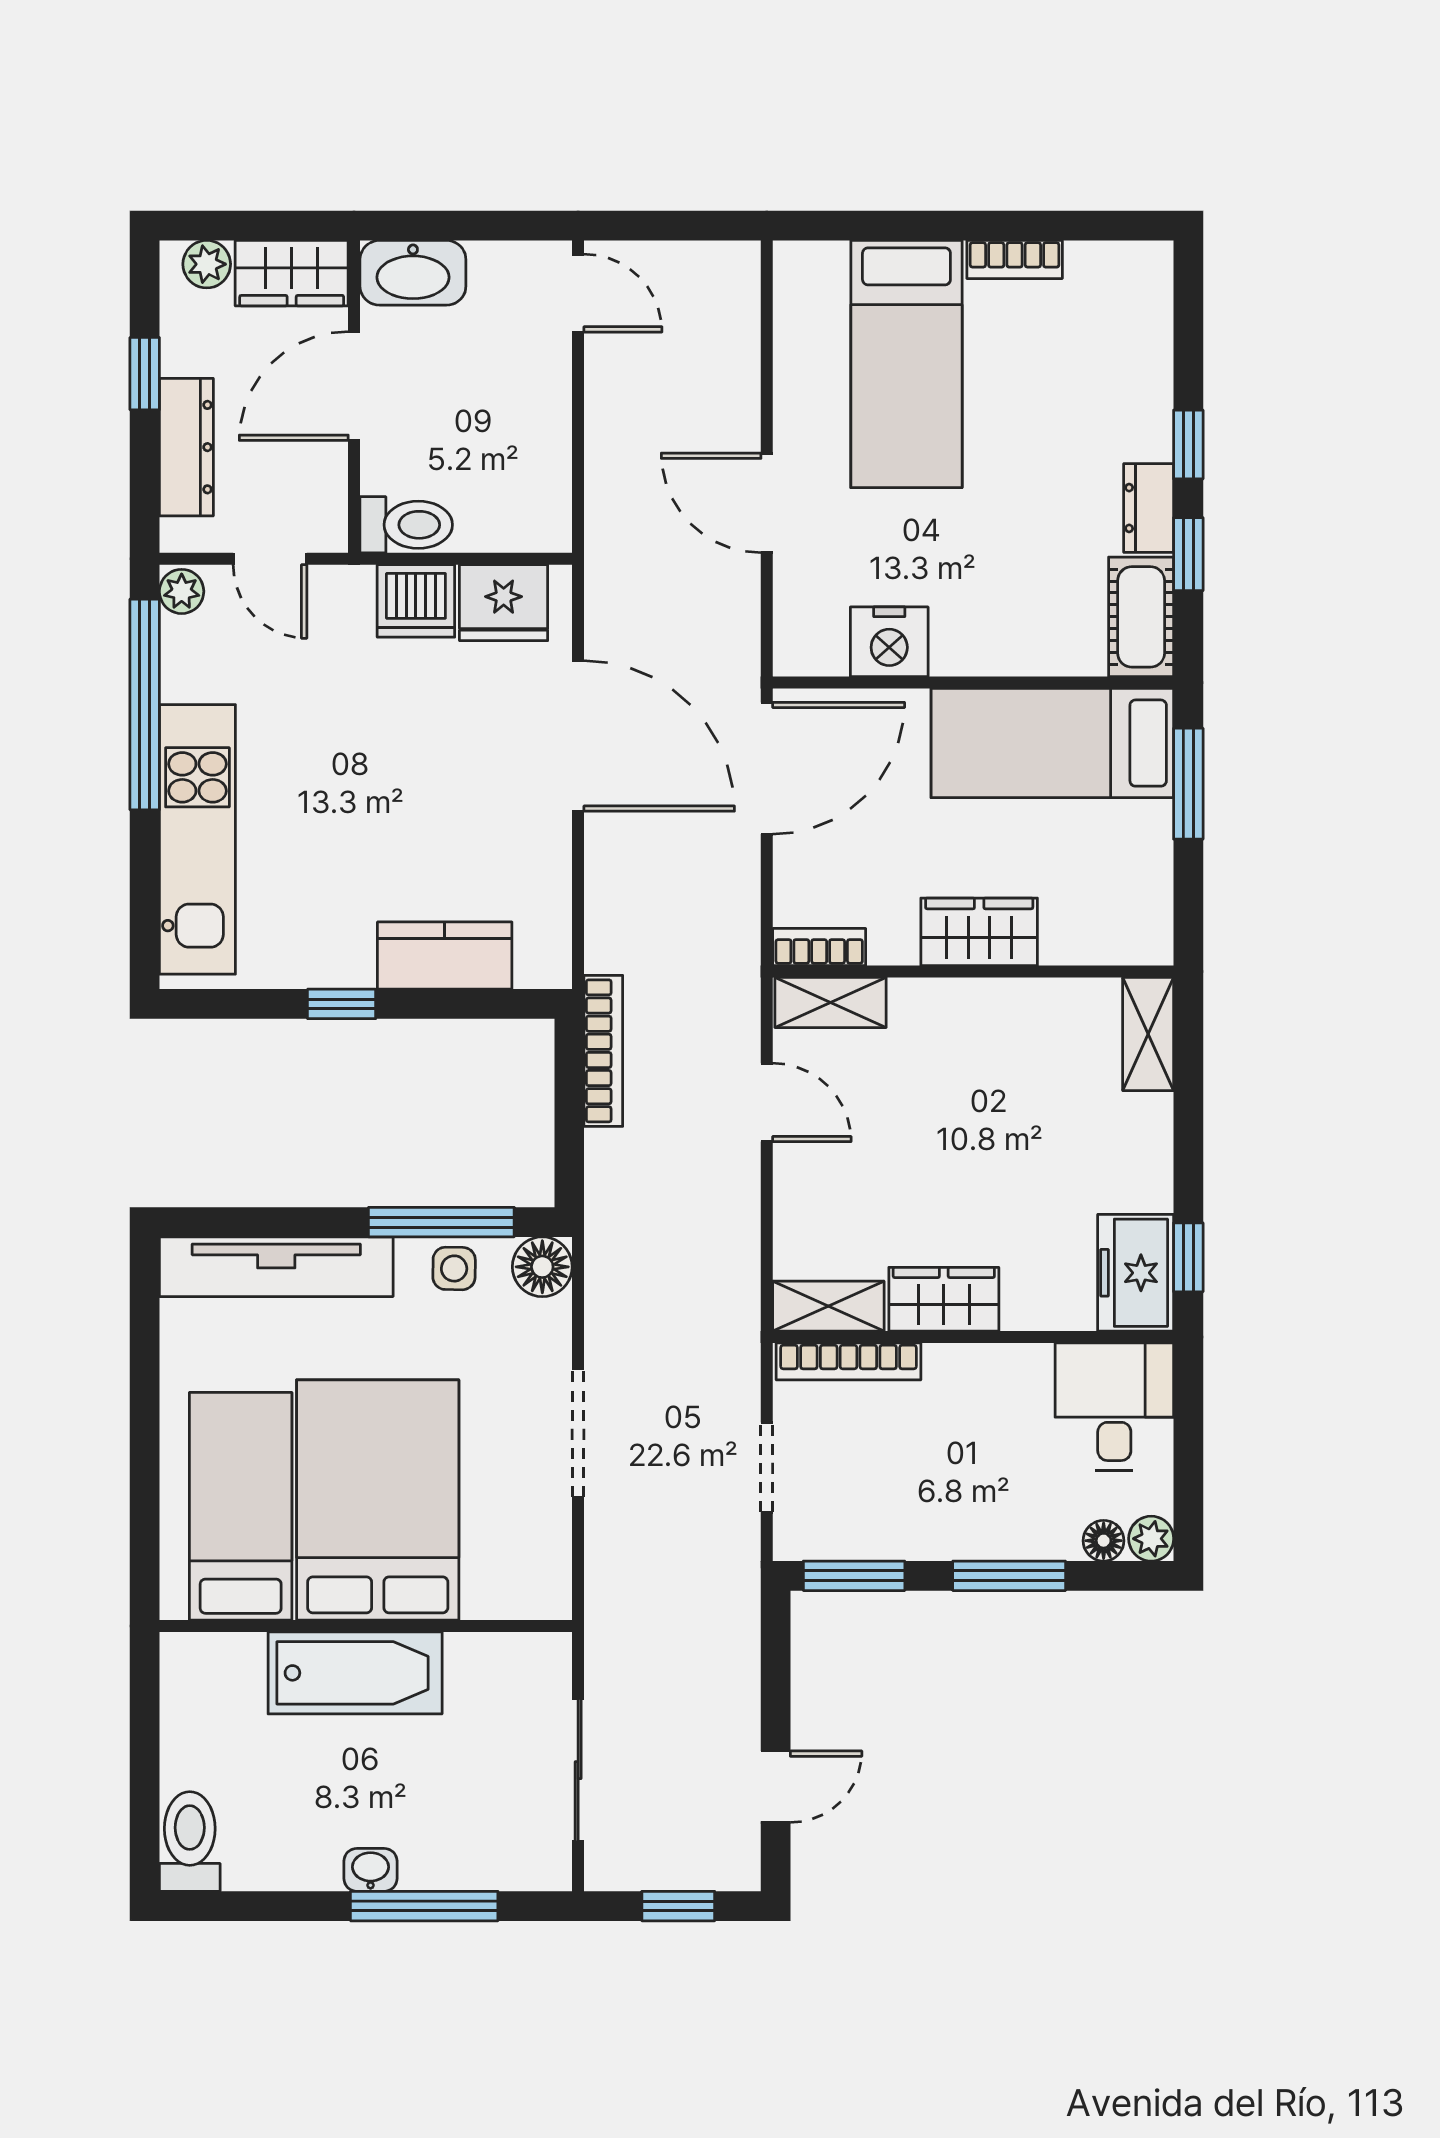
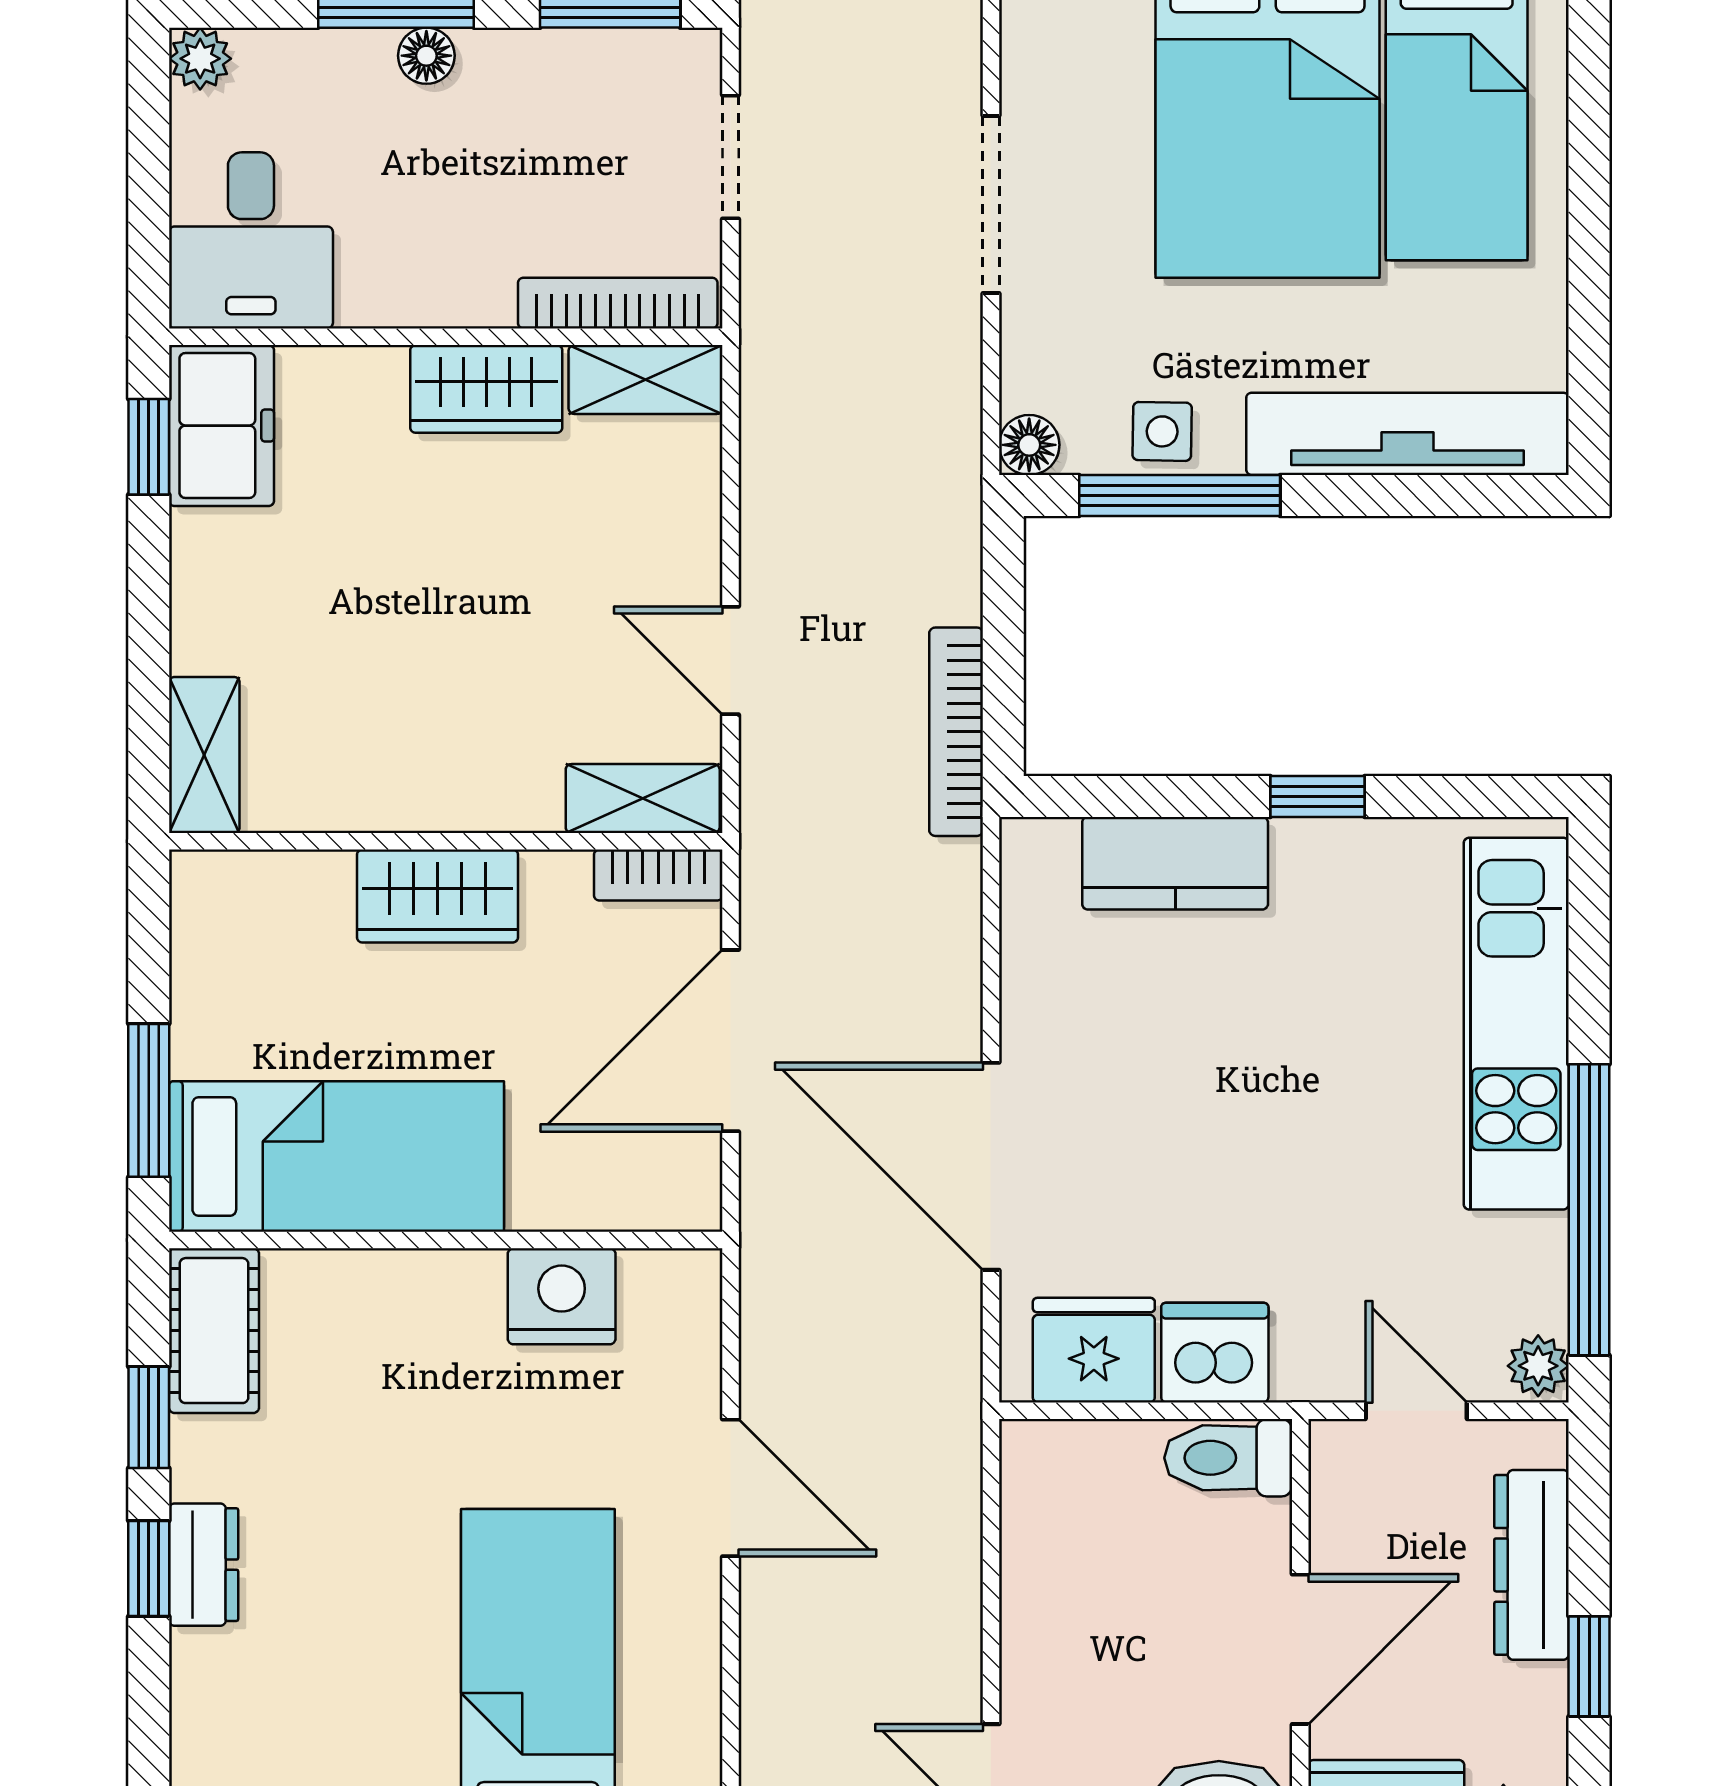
dresser: (1149, 508) -> (204, 1565), moved
door: (767, 768) -> (731, 1041), moved
floor lamp: (542, 1267) -> (1029, 445), width x0.73, depth x0.73
floor lamp: (1104, 1541) -> (426, 56), moved

